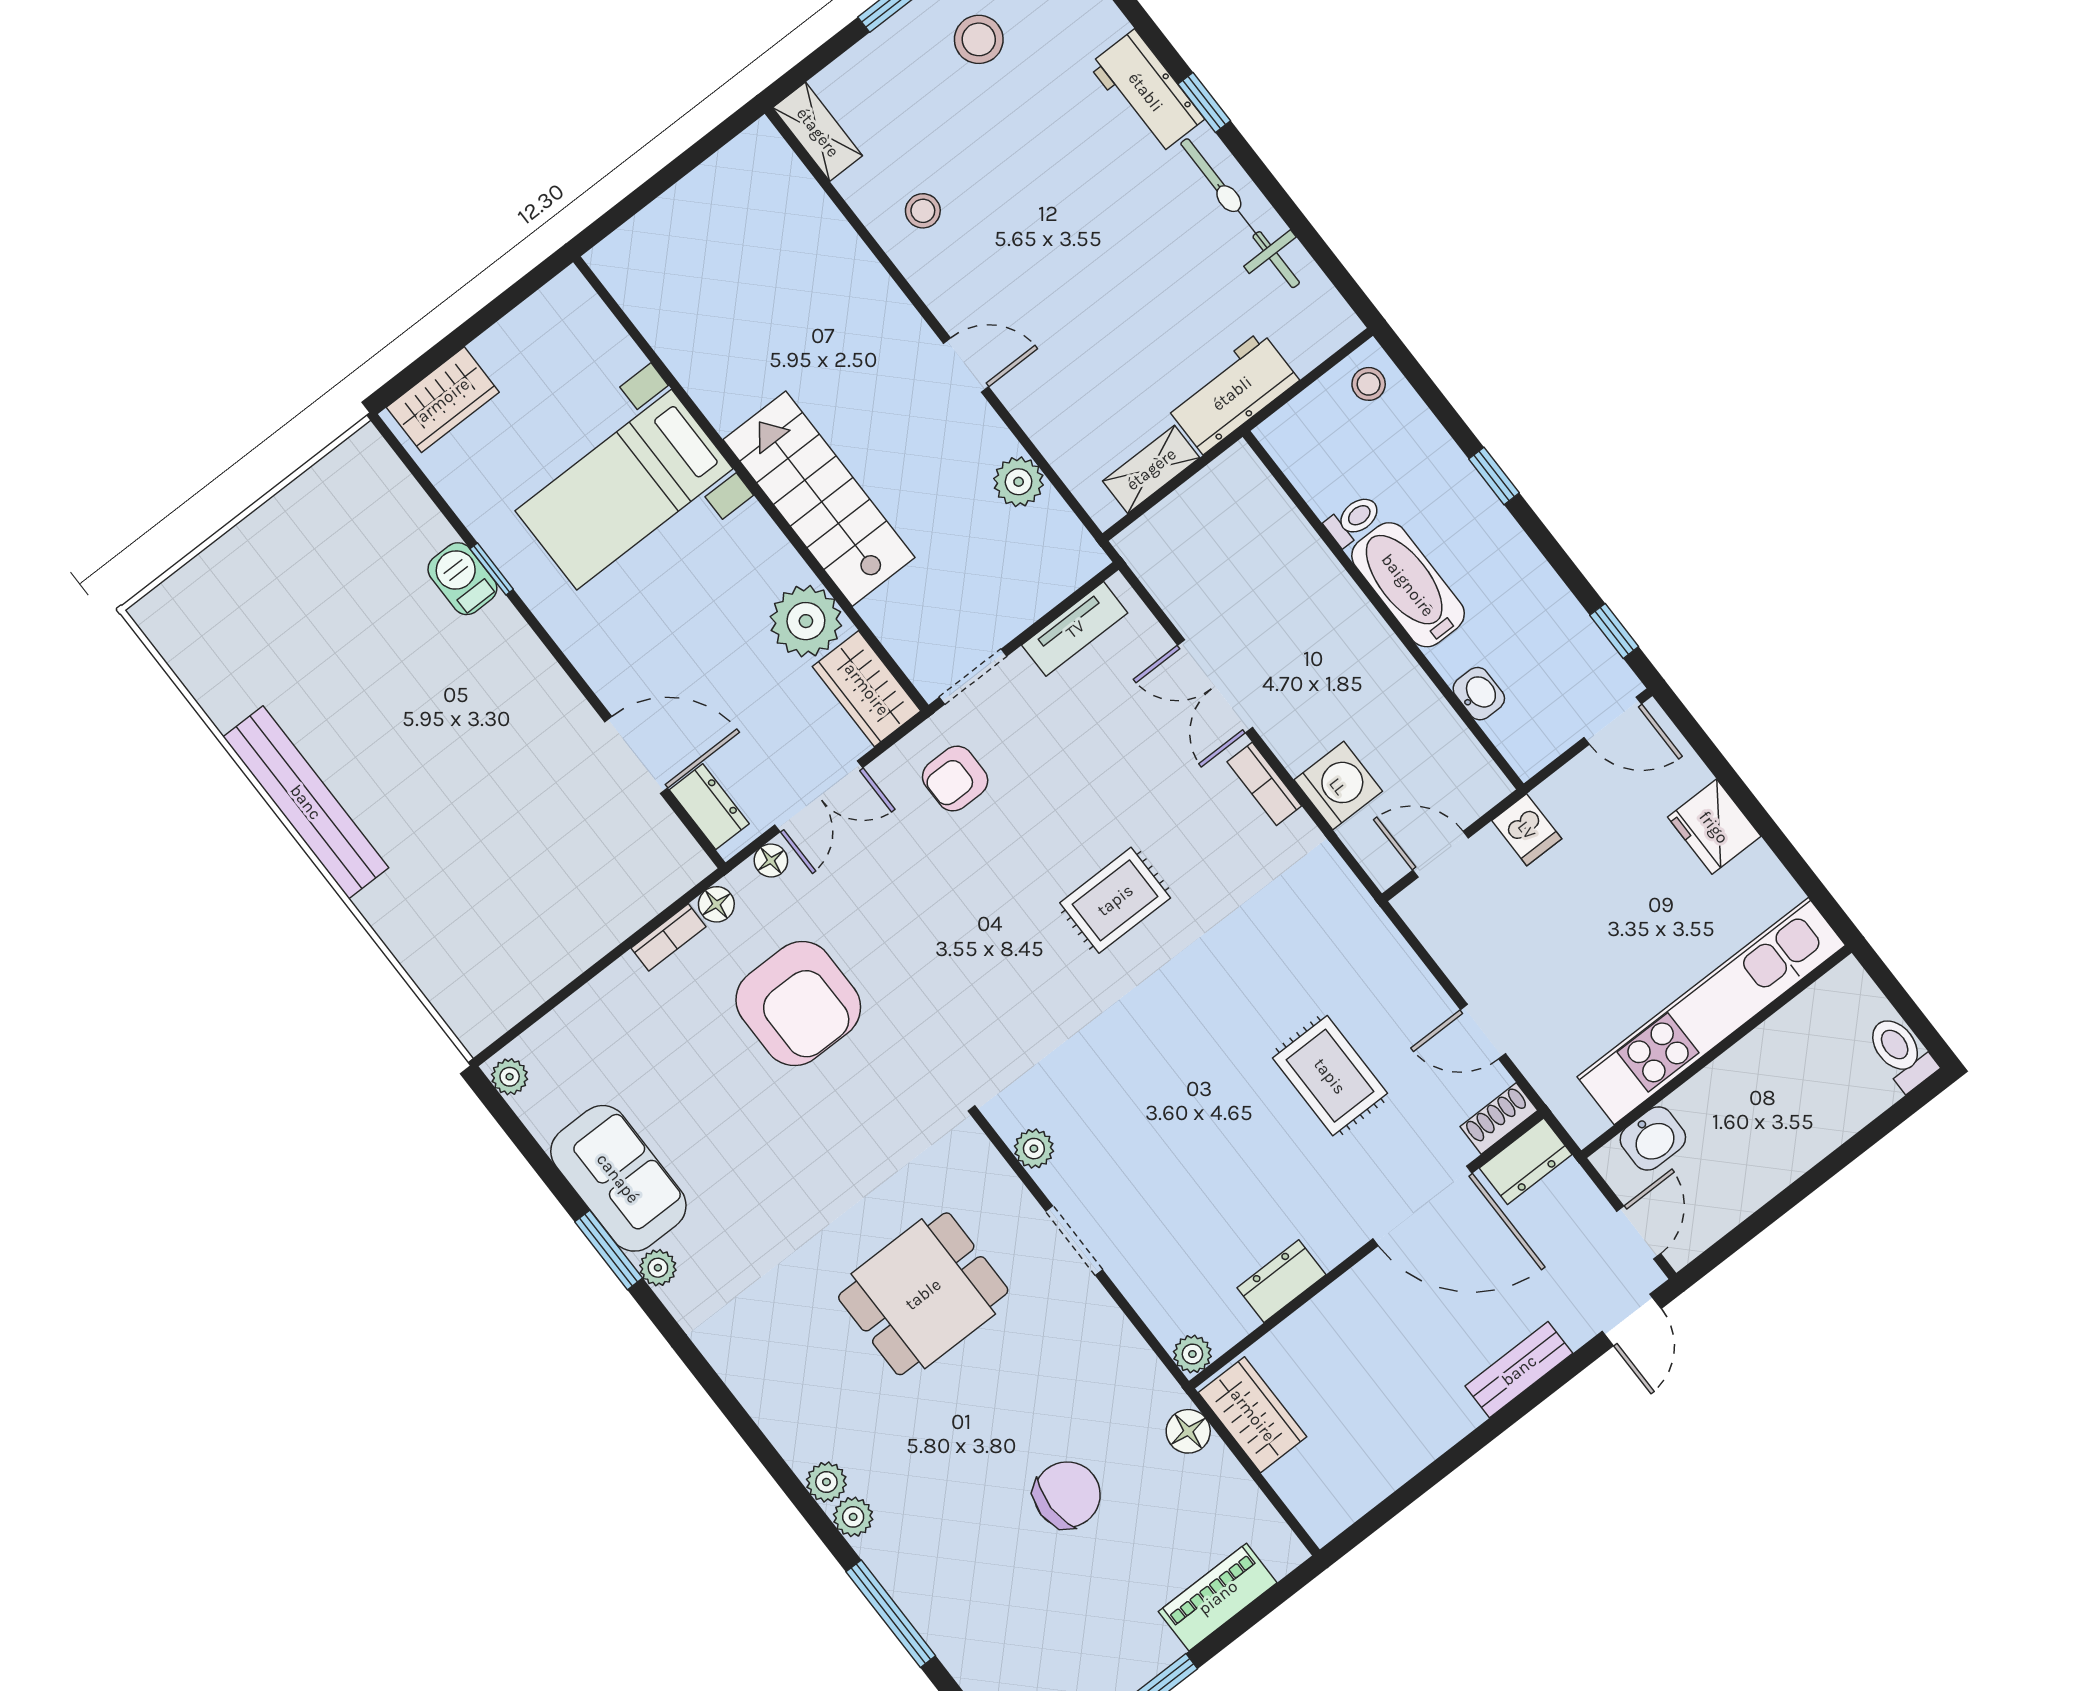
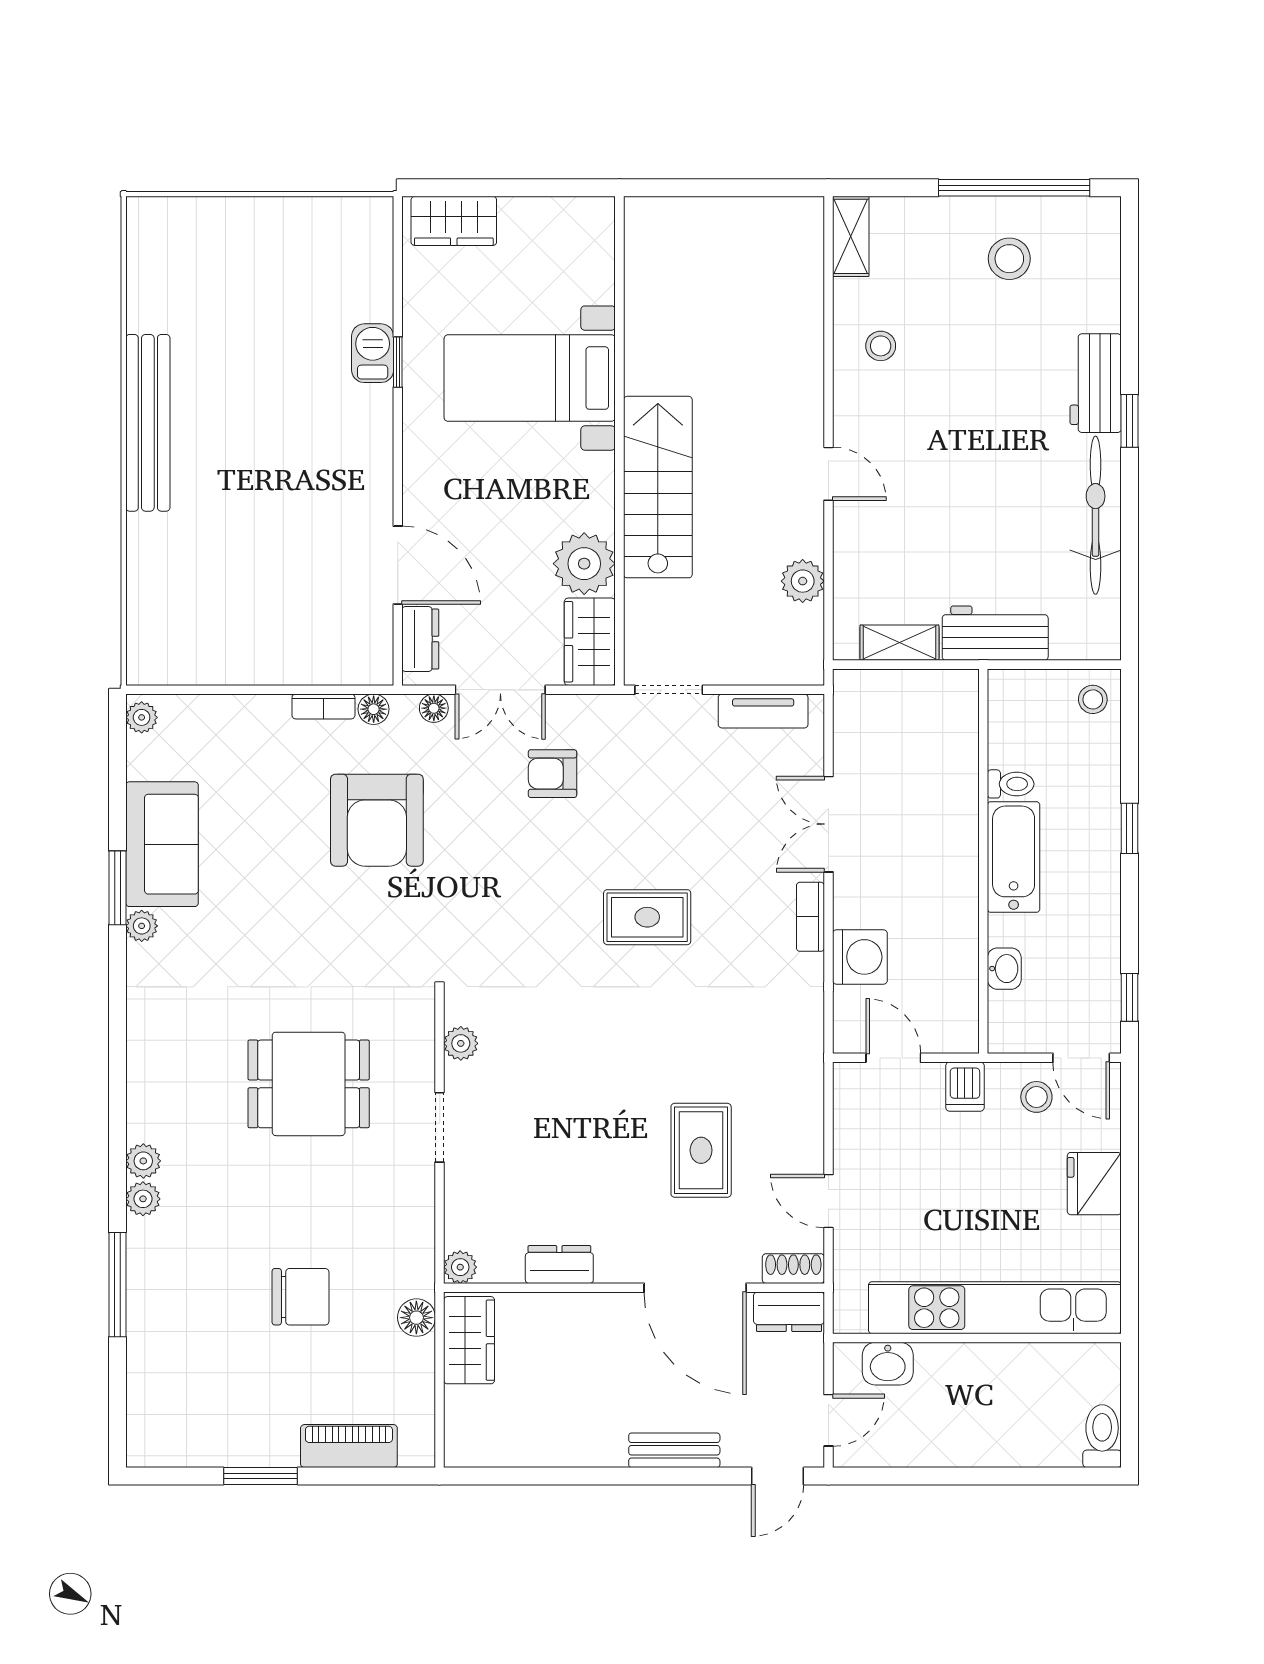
armchair: (955, 779) -> (553, 774), moved
stool: (1600, 788) -> (1036, 1097), added

